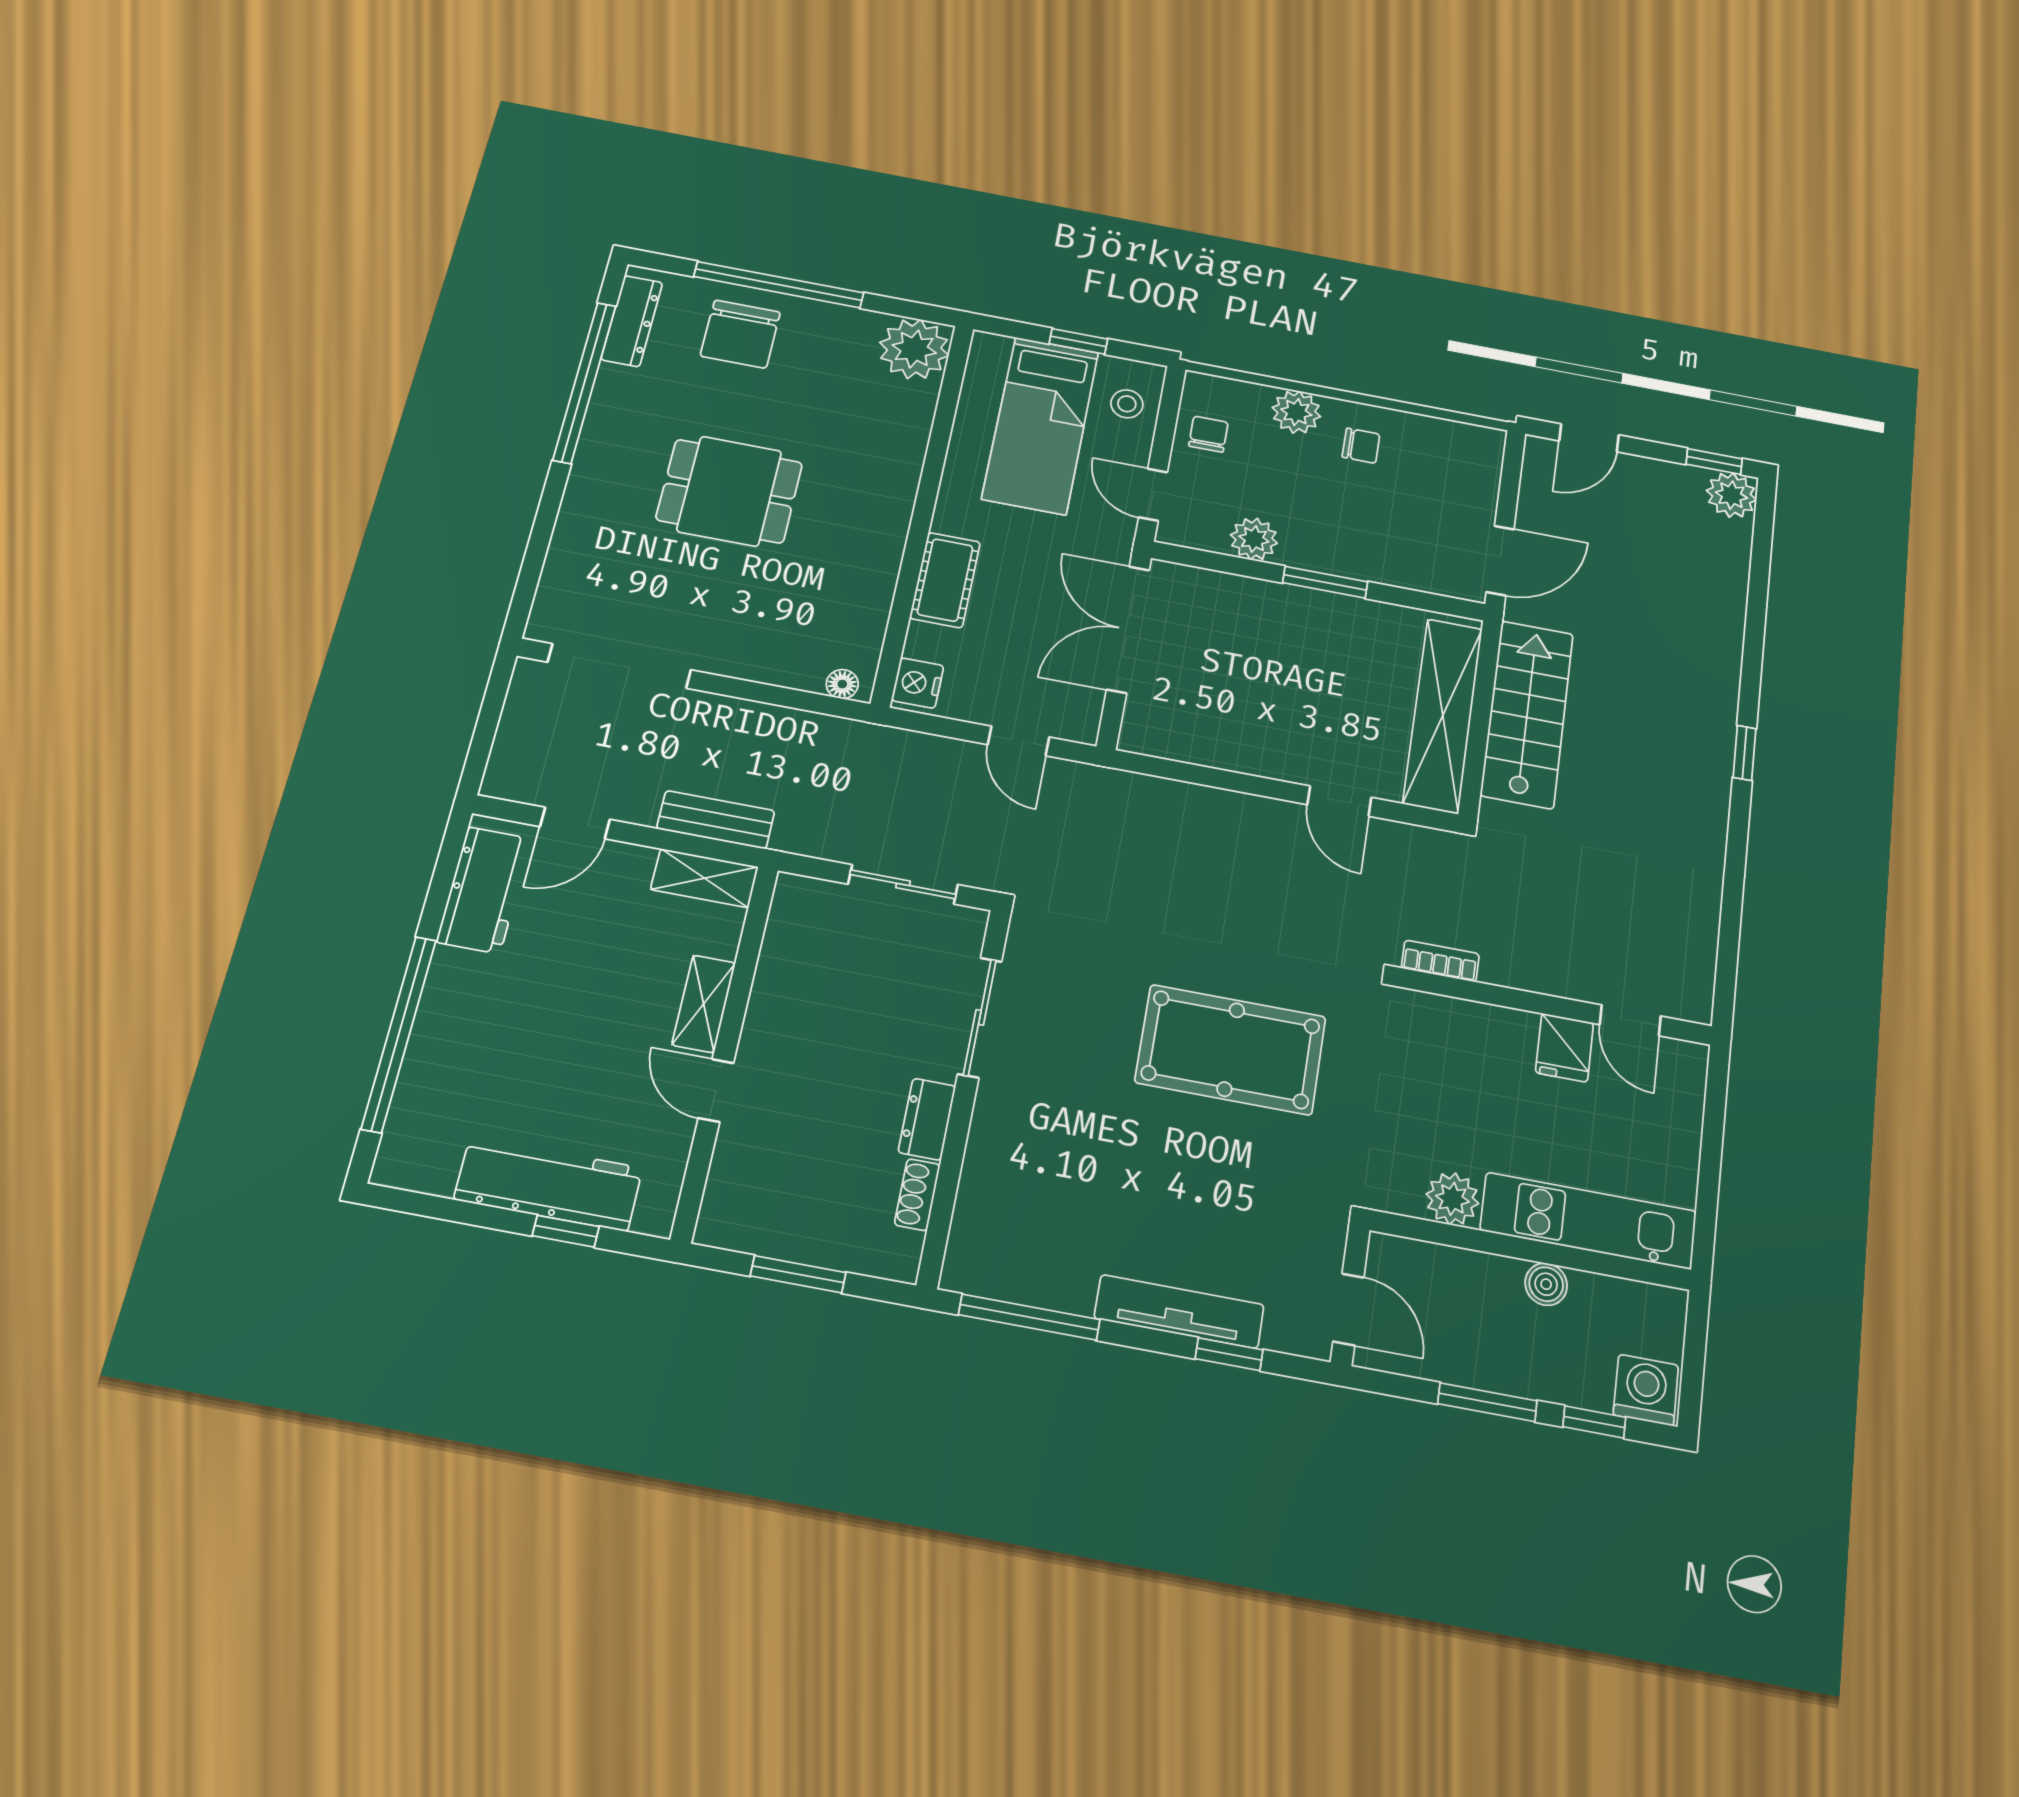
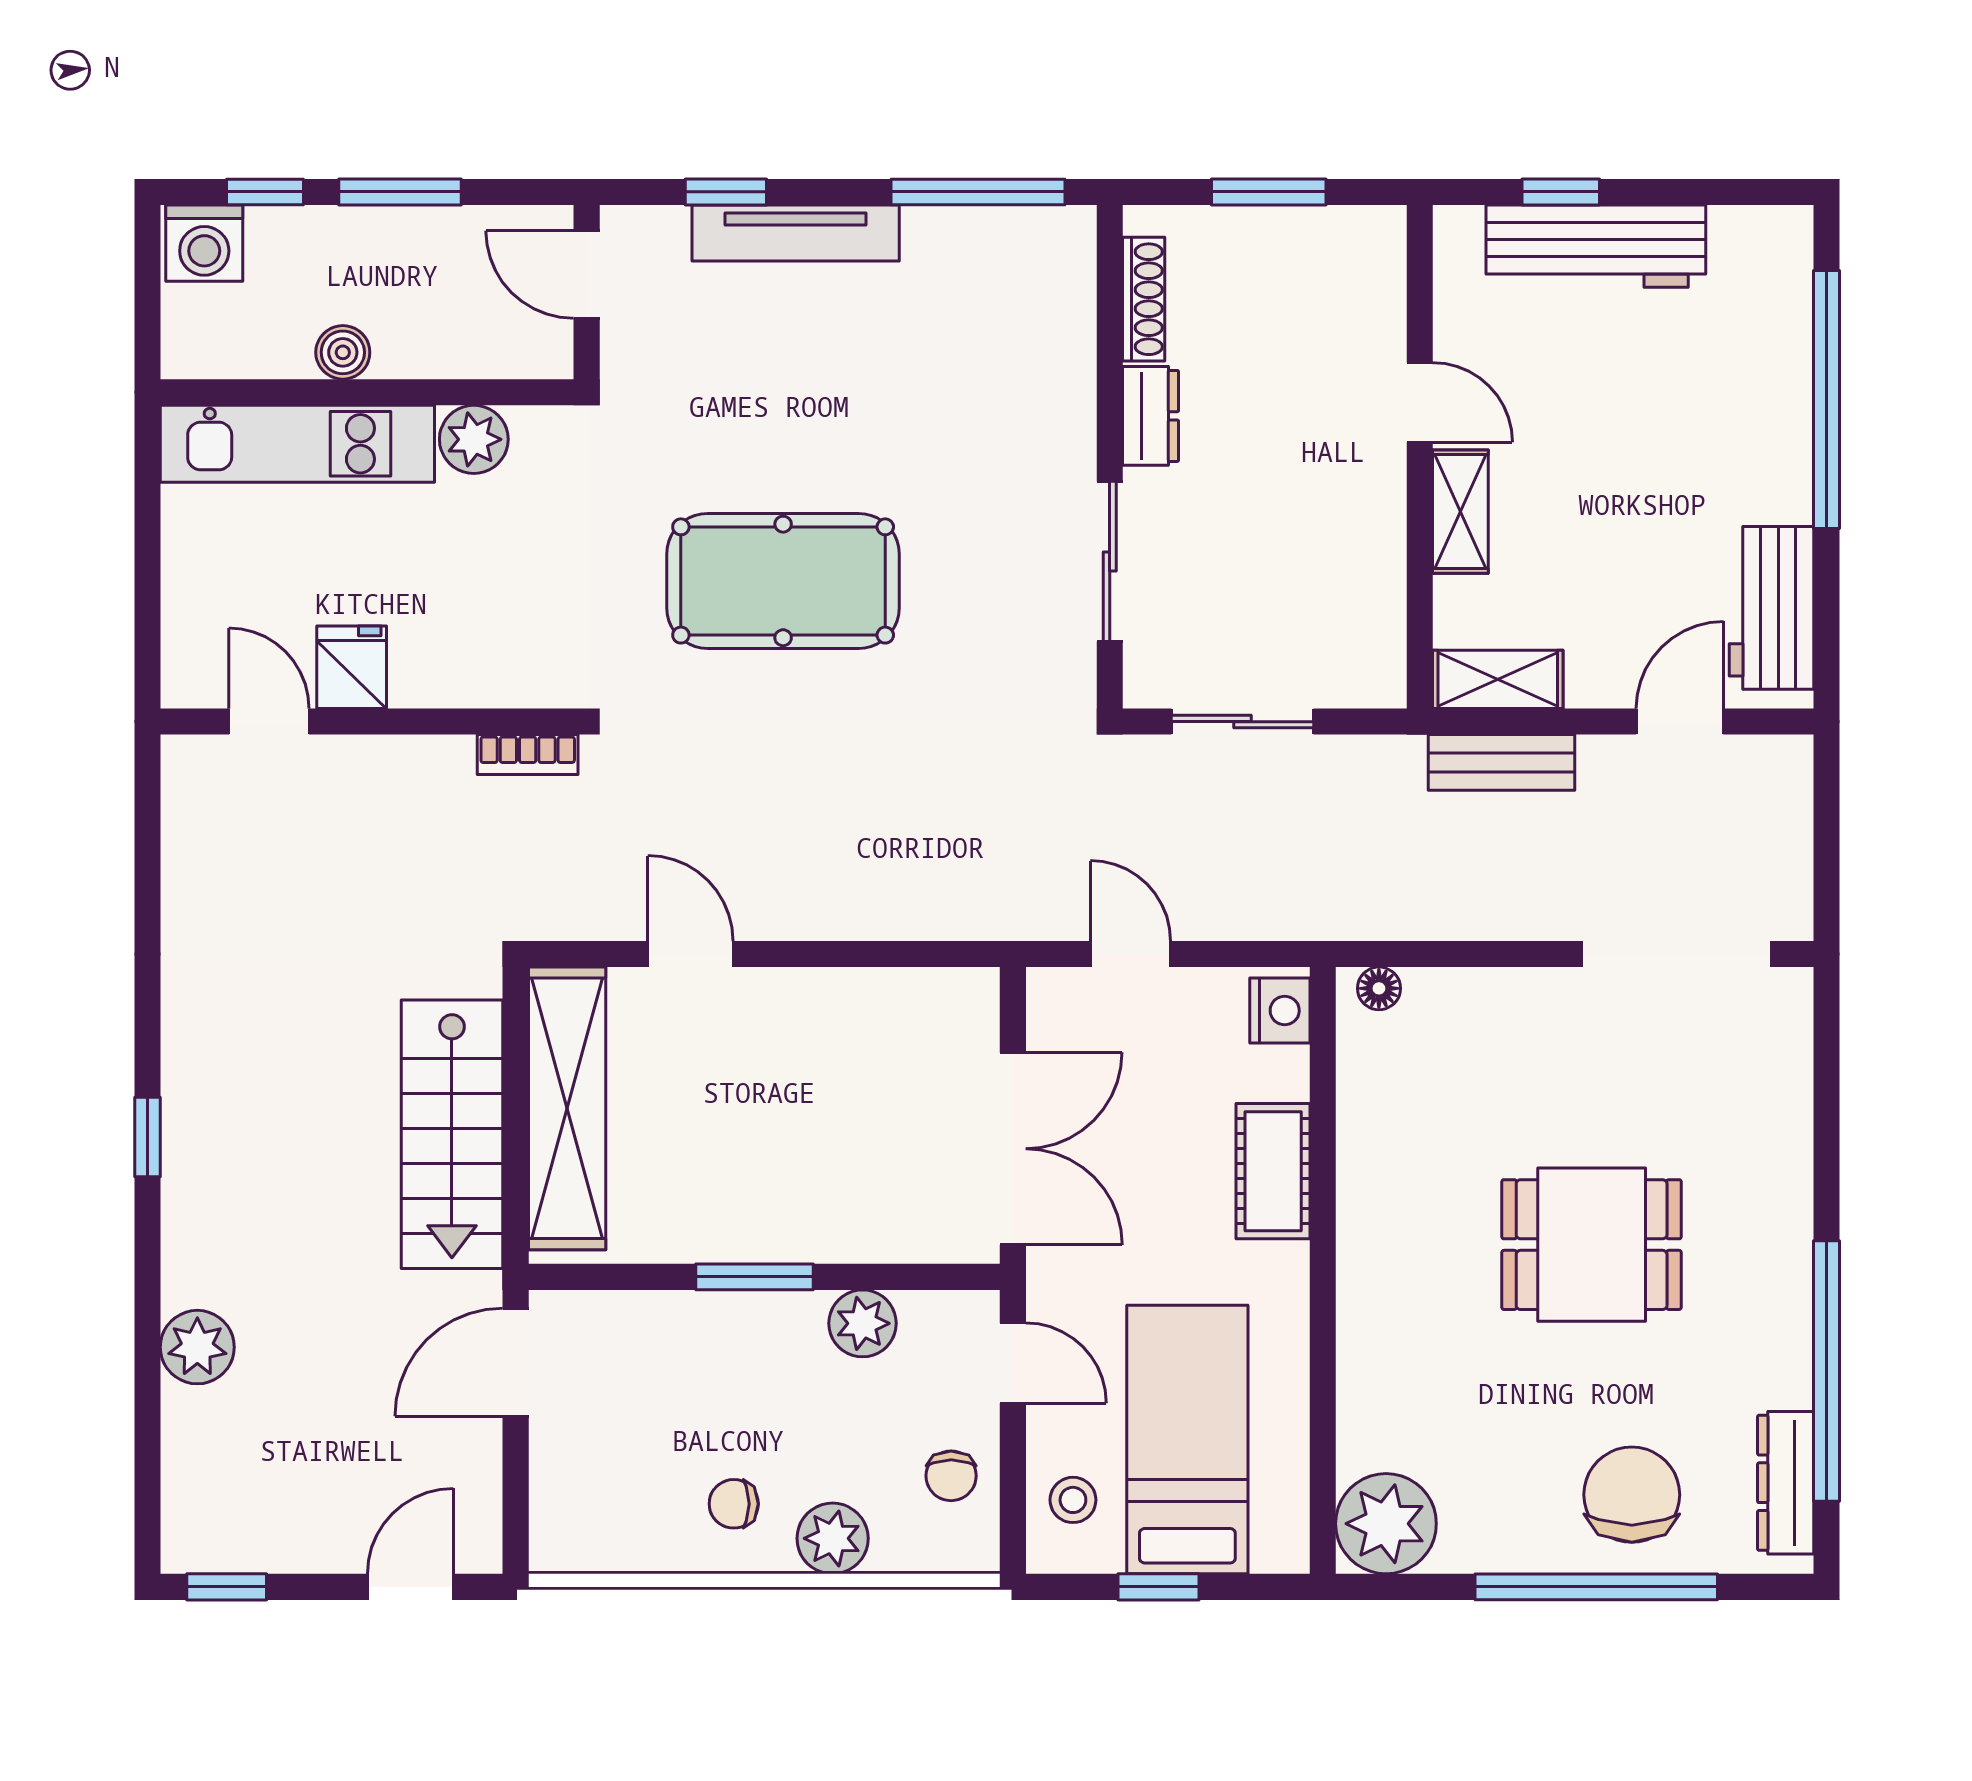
plant: (1731, 495) -> (197, 1347), moved
shoe rack: (917, 1195) -> (1144, 299), width x1.43

